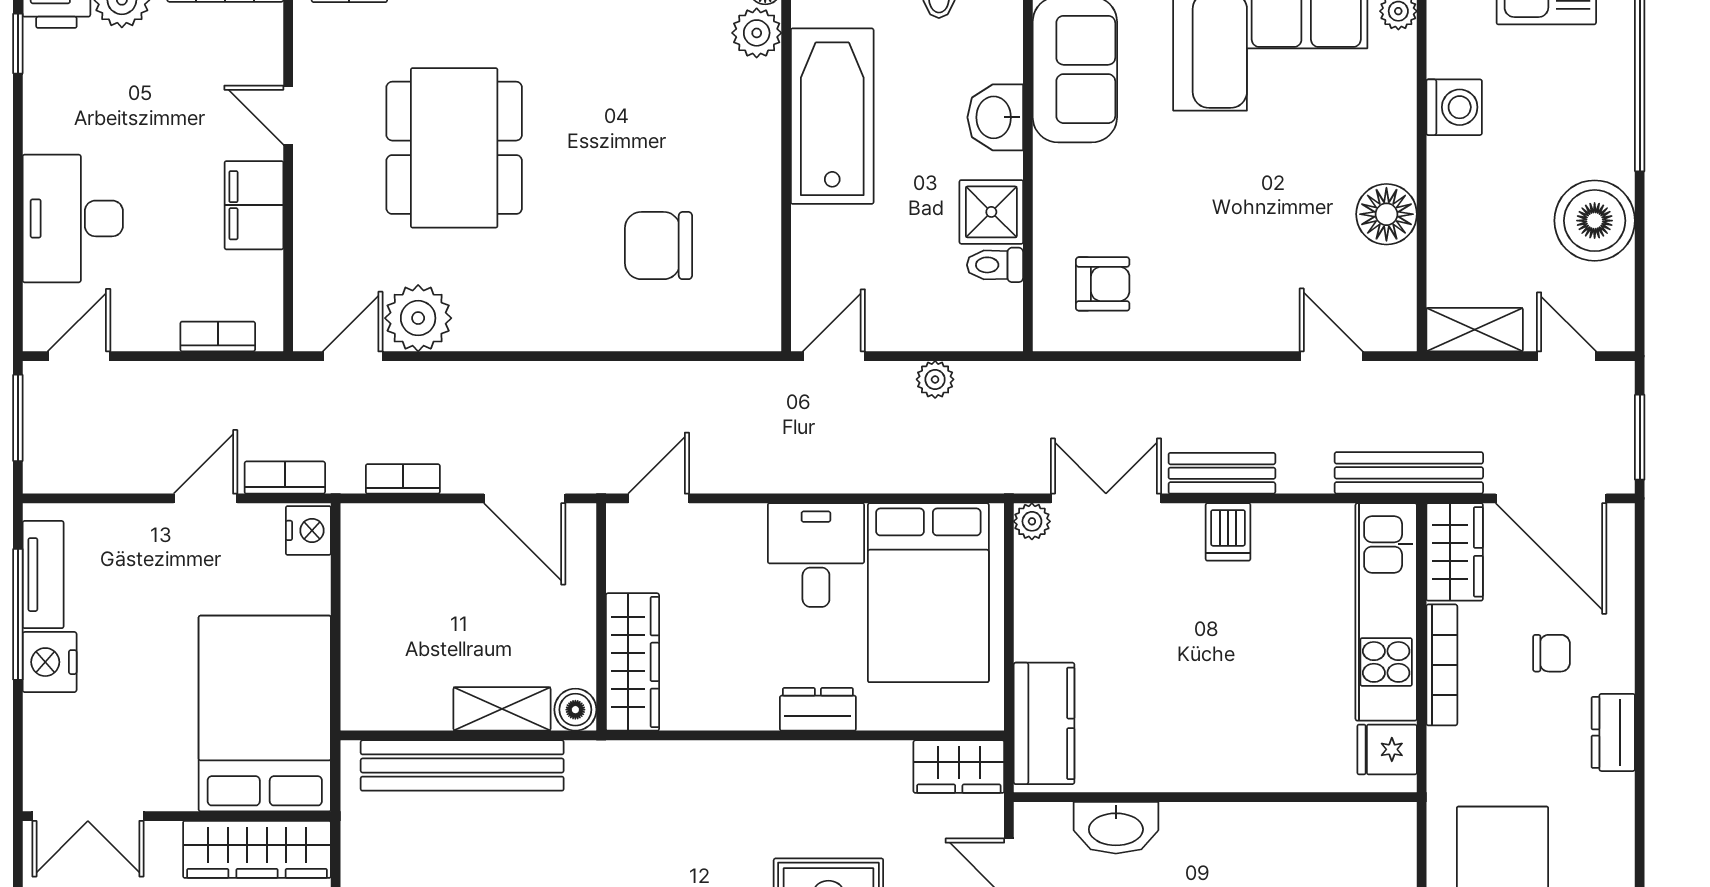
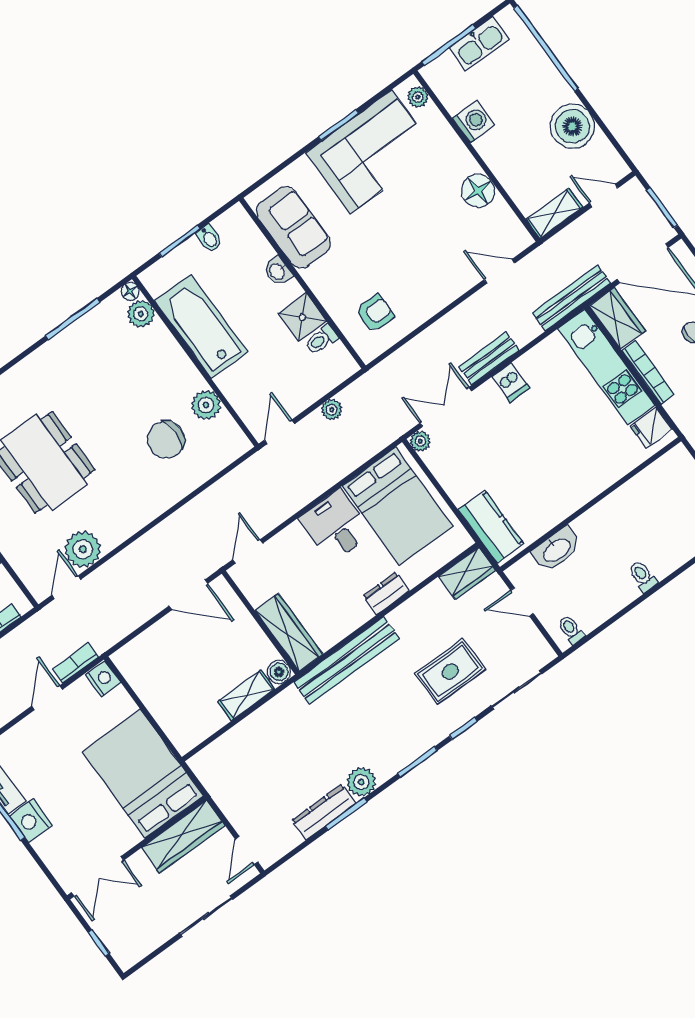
washbasin: (995, 117) -> (277, 271), width x0.72, depth x0.69
plant: (755, 238) -> (206, 405), added
bookcase: (403, 479) -> (128, 625), removed
bench: (462, 765) -> (347, 660), moved

